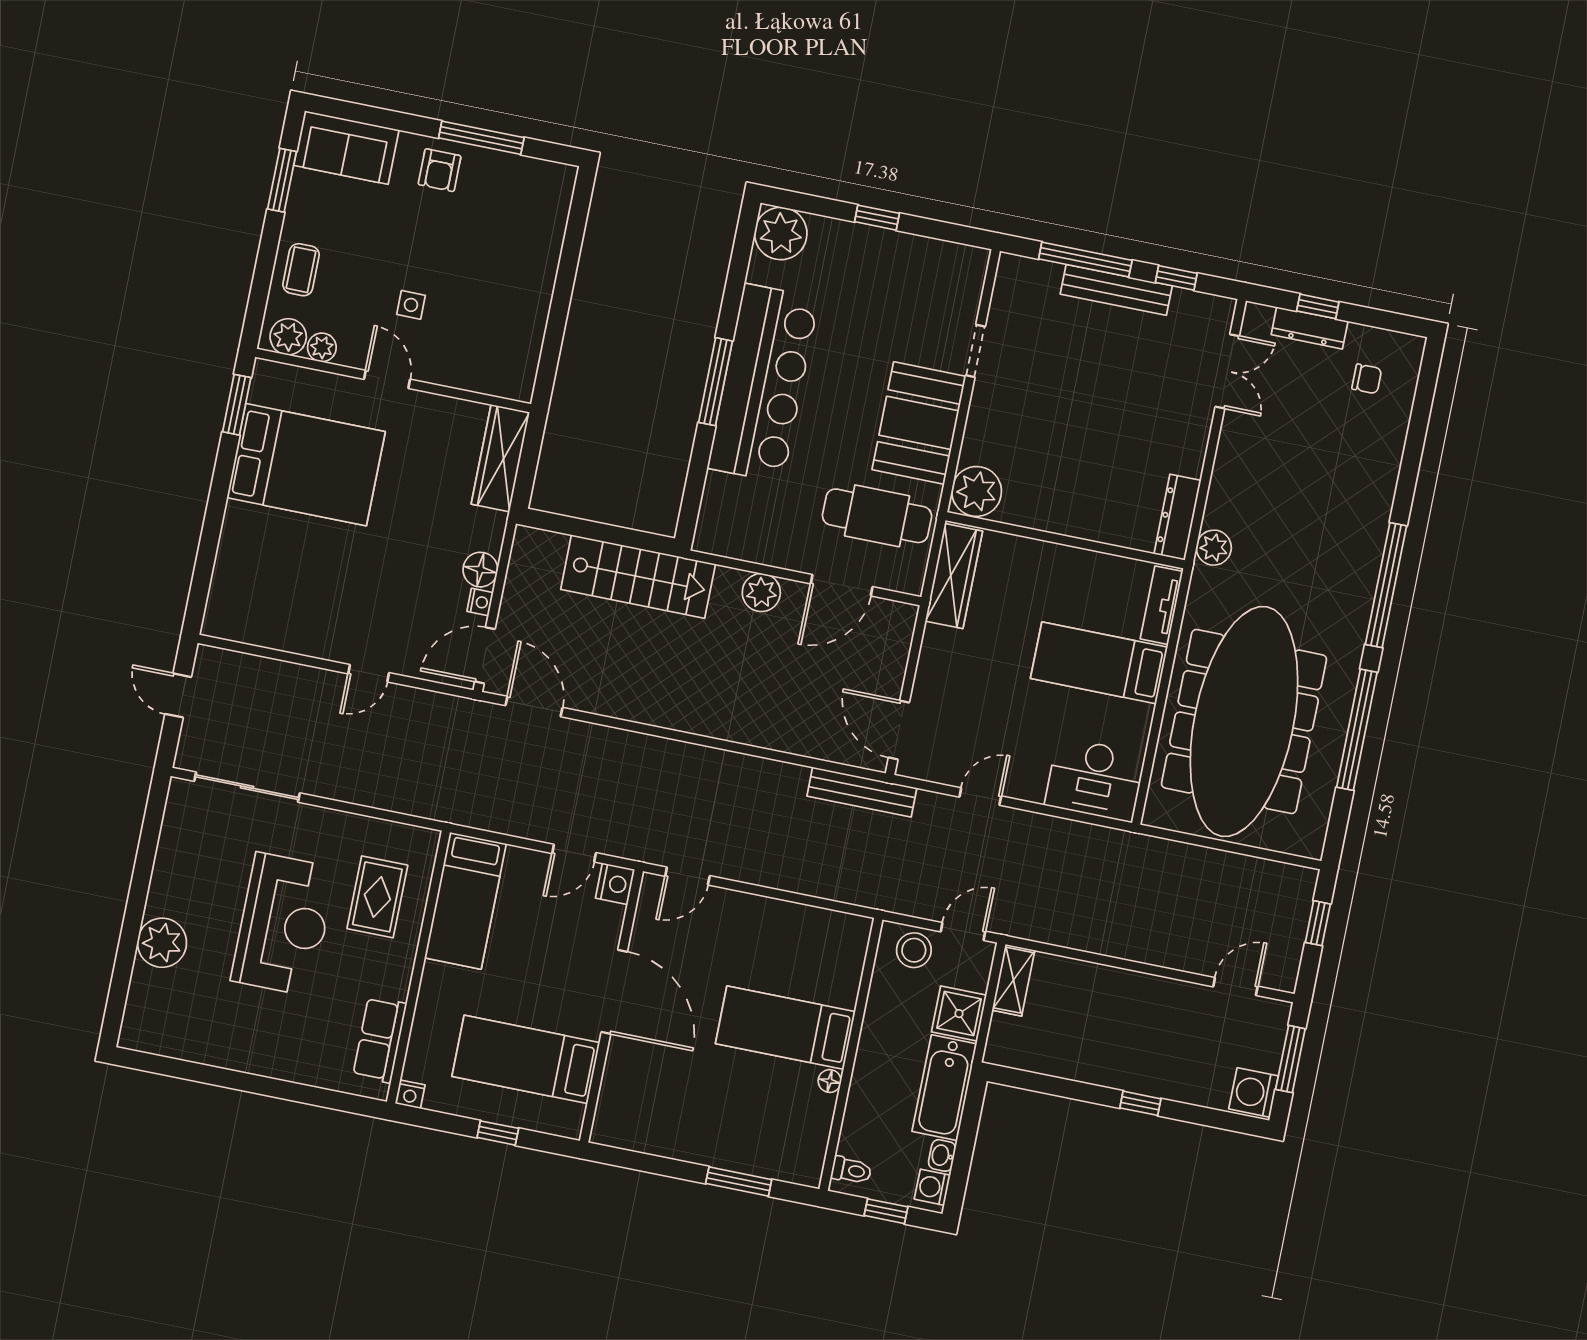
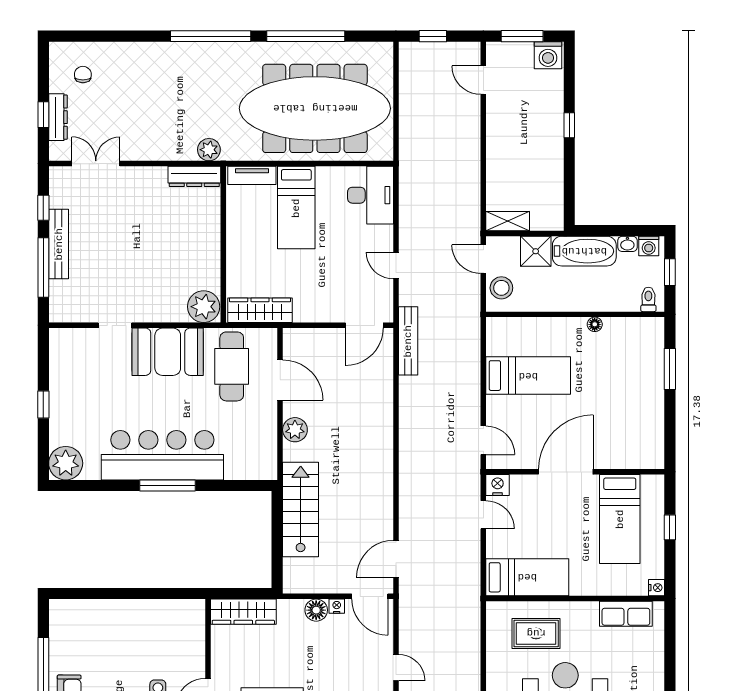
bed: (785, 1028) -> (528, 376), moved, turned -90

